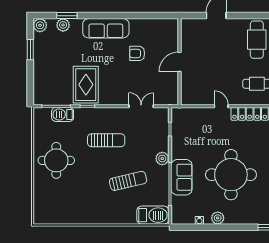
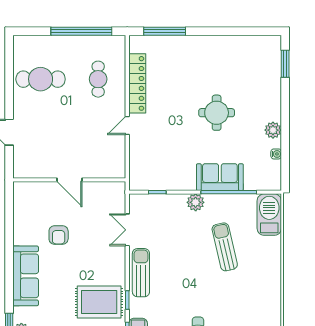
sun lounger: (106, 140) -> (141, 273), moved
round table: (231, 175) -> (217, 113), width x0.54, depth x0.54

